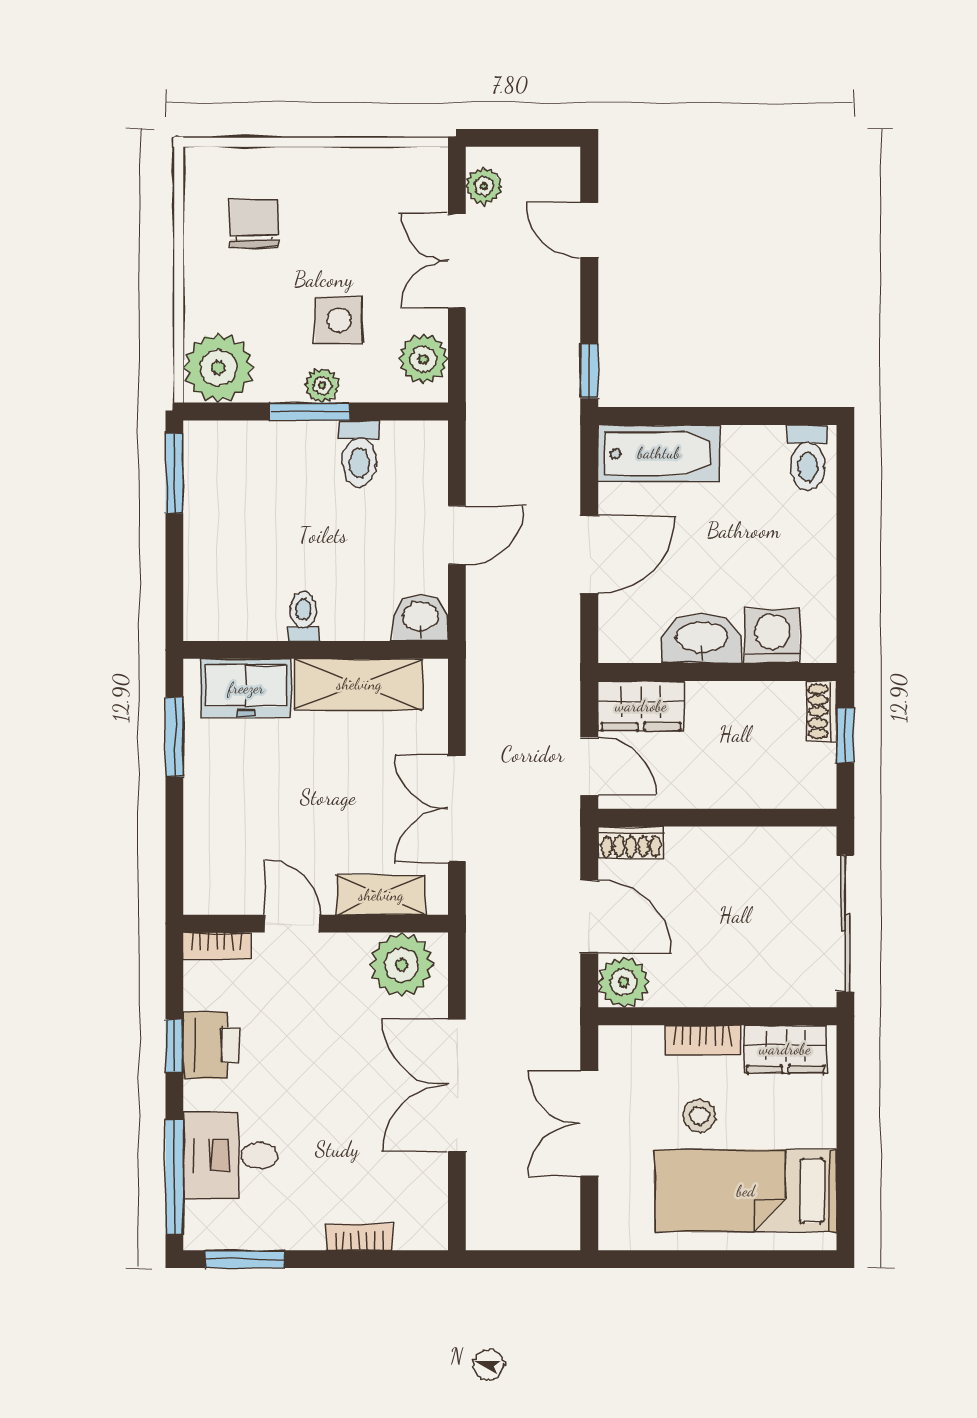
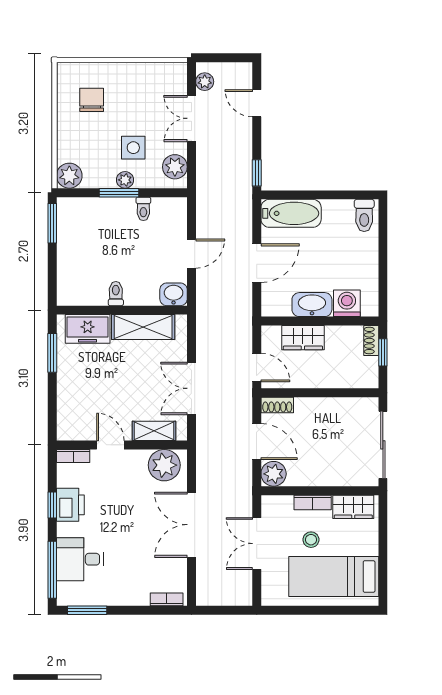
plant: (218, 368) -> (69, 176), width x0.73, depth x0.73
toilet: (359, 454) -> (143, 209), width x0.73, depth x0.72
wardrobe: (641, 706) -> (303, 338), moved
bookcase: (359, 1237) -> (167, 599), moved

